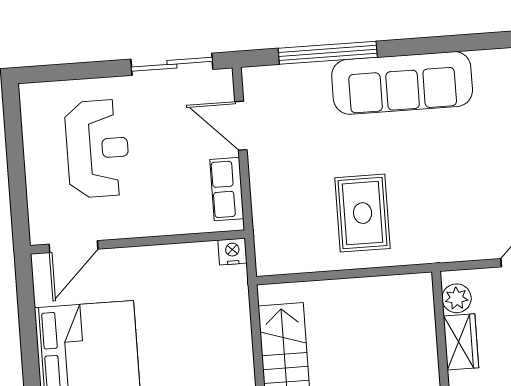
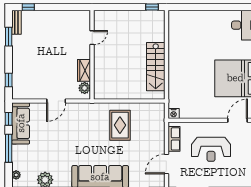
door: (241, 126) -> (166, 164), swing flipped
reception desk: (98, 149) -> (211, 149), moved, turned -90

